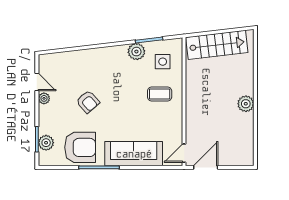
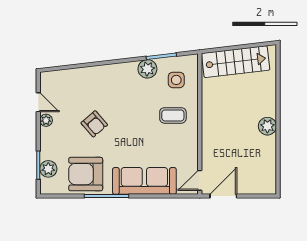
armchair: (80, 147) -> (86, 174), turned 180

